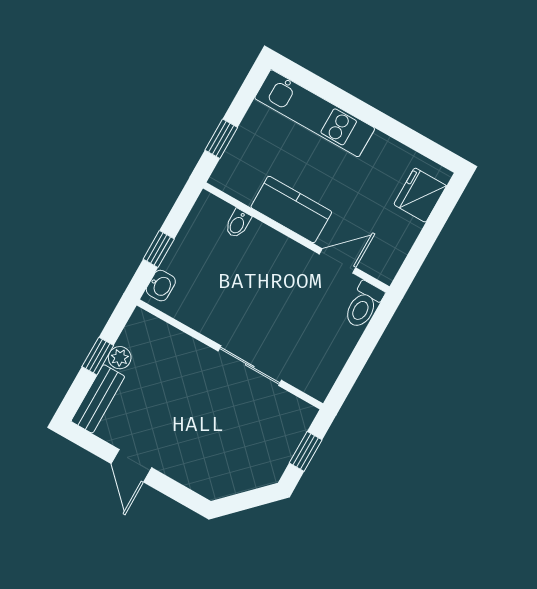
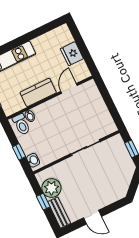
fridge: (420, 195) -> (72, 54), moved
toilet: (363, 305) -> (21, 124), moved
plant: (120, 358) -> (51, 188), width x1.87, depth x1.87

